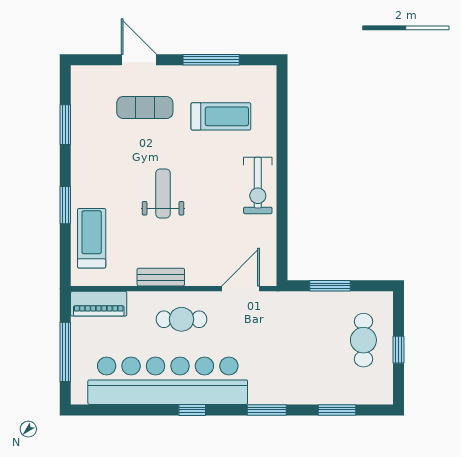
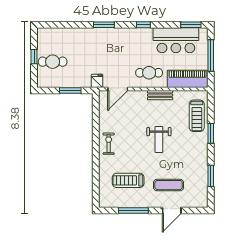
door: (139, 60) -> (172, 210), hinge flipped
exercise bike: (258, 186) -> (109, 144), width x0.73, depth x0.72
piano: (99, 304) -> (188, 79), width x1.37, depth x1.33
fridge: (280, 304) -> (97, 81), added
cafe table: (363, 340) -> (53, 62), turned 90
bar counter: (168, 381) -> (176, 40), width x0.54
window: (337, 410) -> (191, 25), moved

